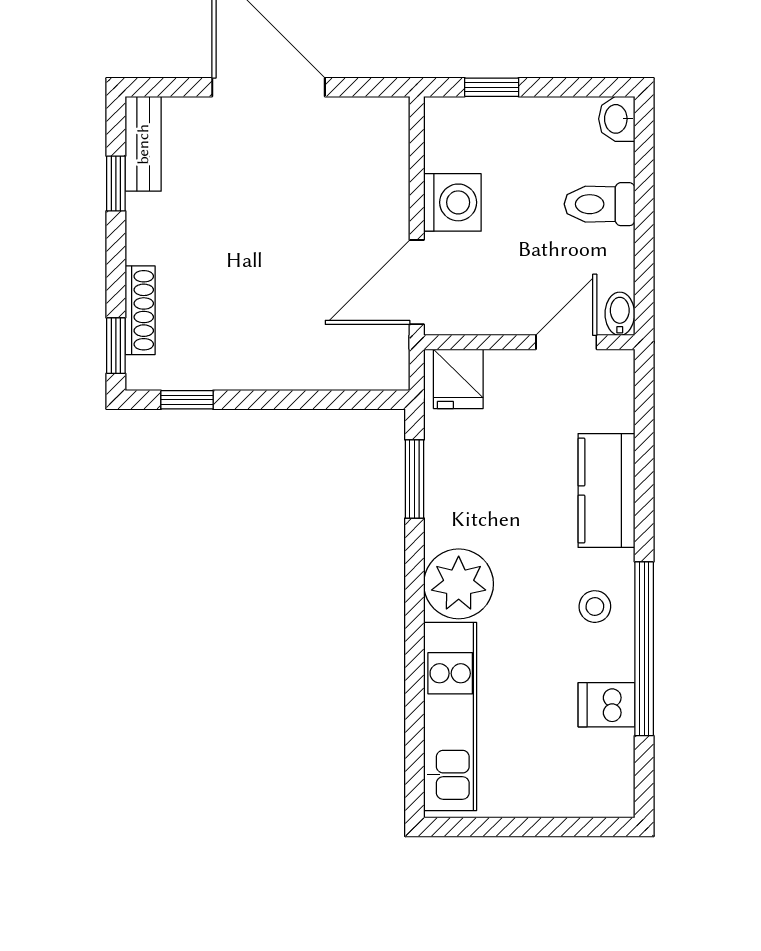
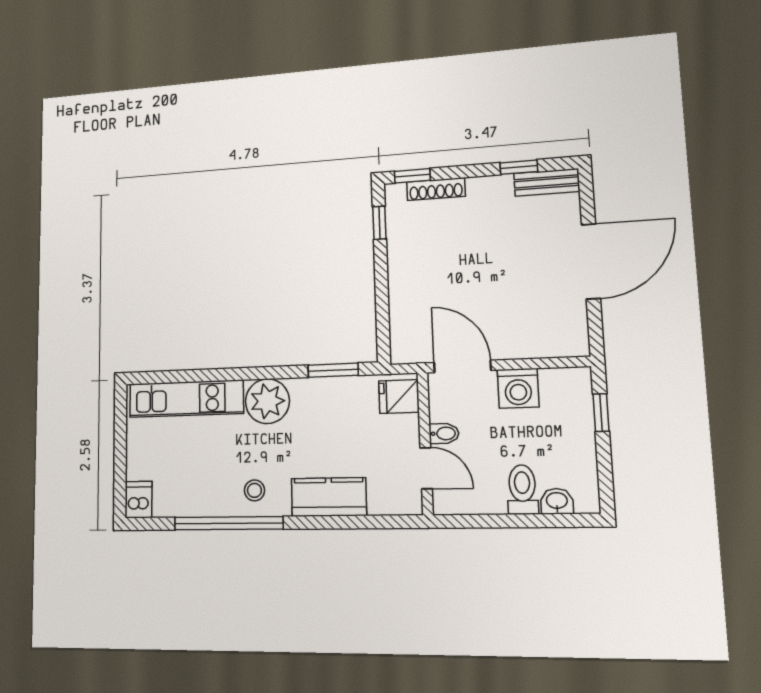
washbasin: (617, 119) -> (557, 501), moved
bidet: (620, 314) -> (444, 434), moved
dishwasher: (607, 705) -> (138, 500), moved

